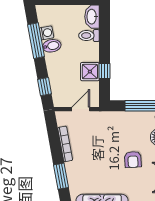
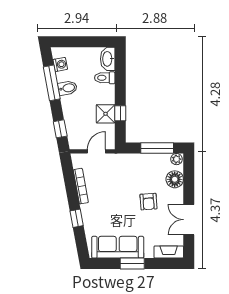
washing machine: (47, 33) -> (60, 64), moved
window: (61, 176) -> (77, 218), width x0.67

